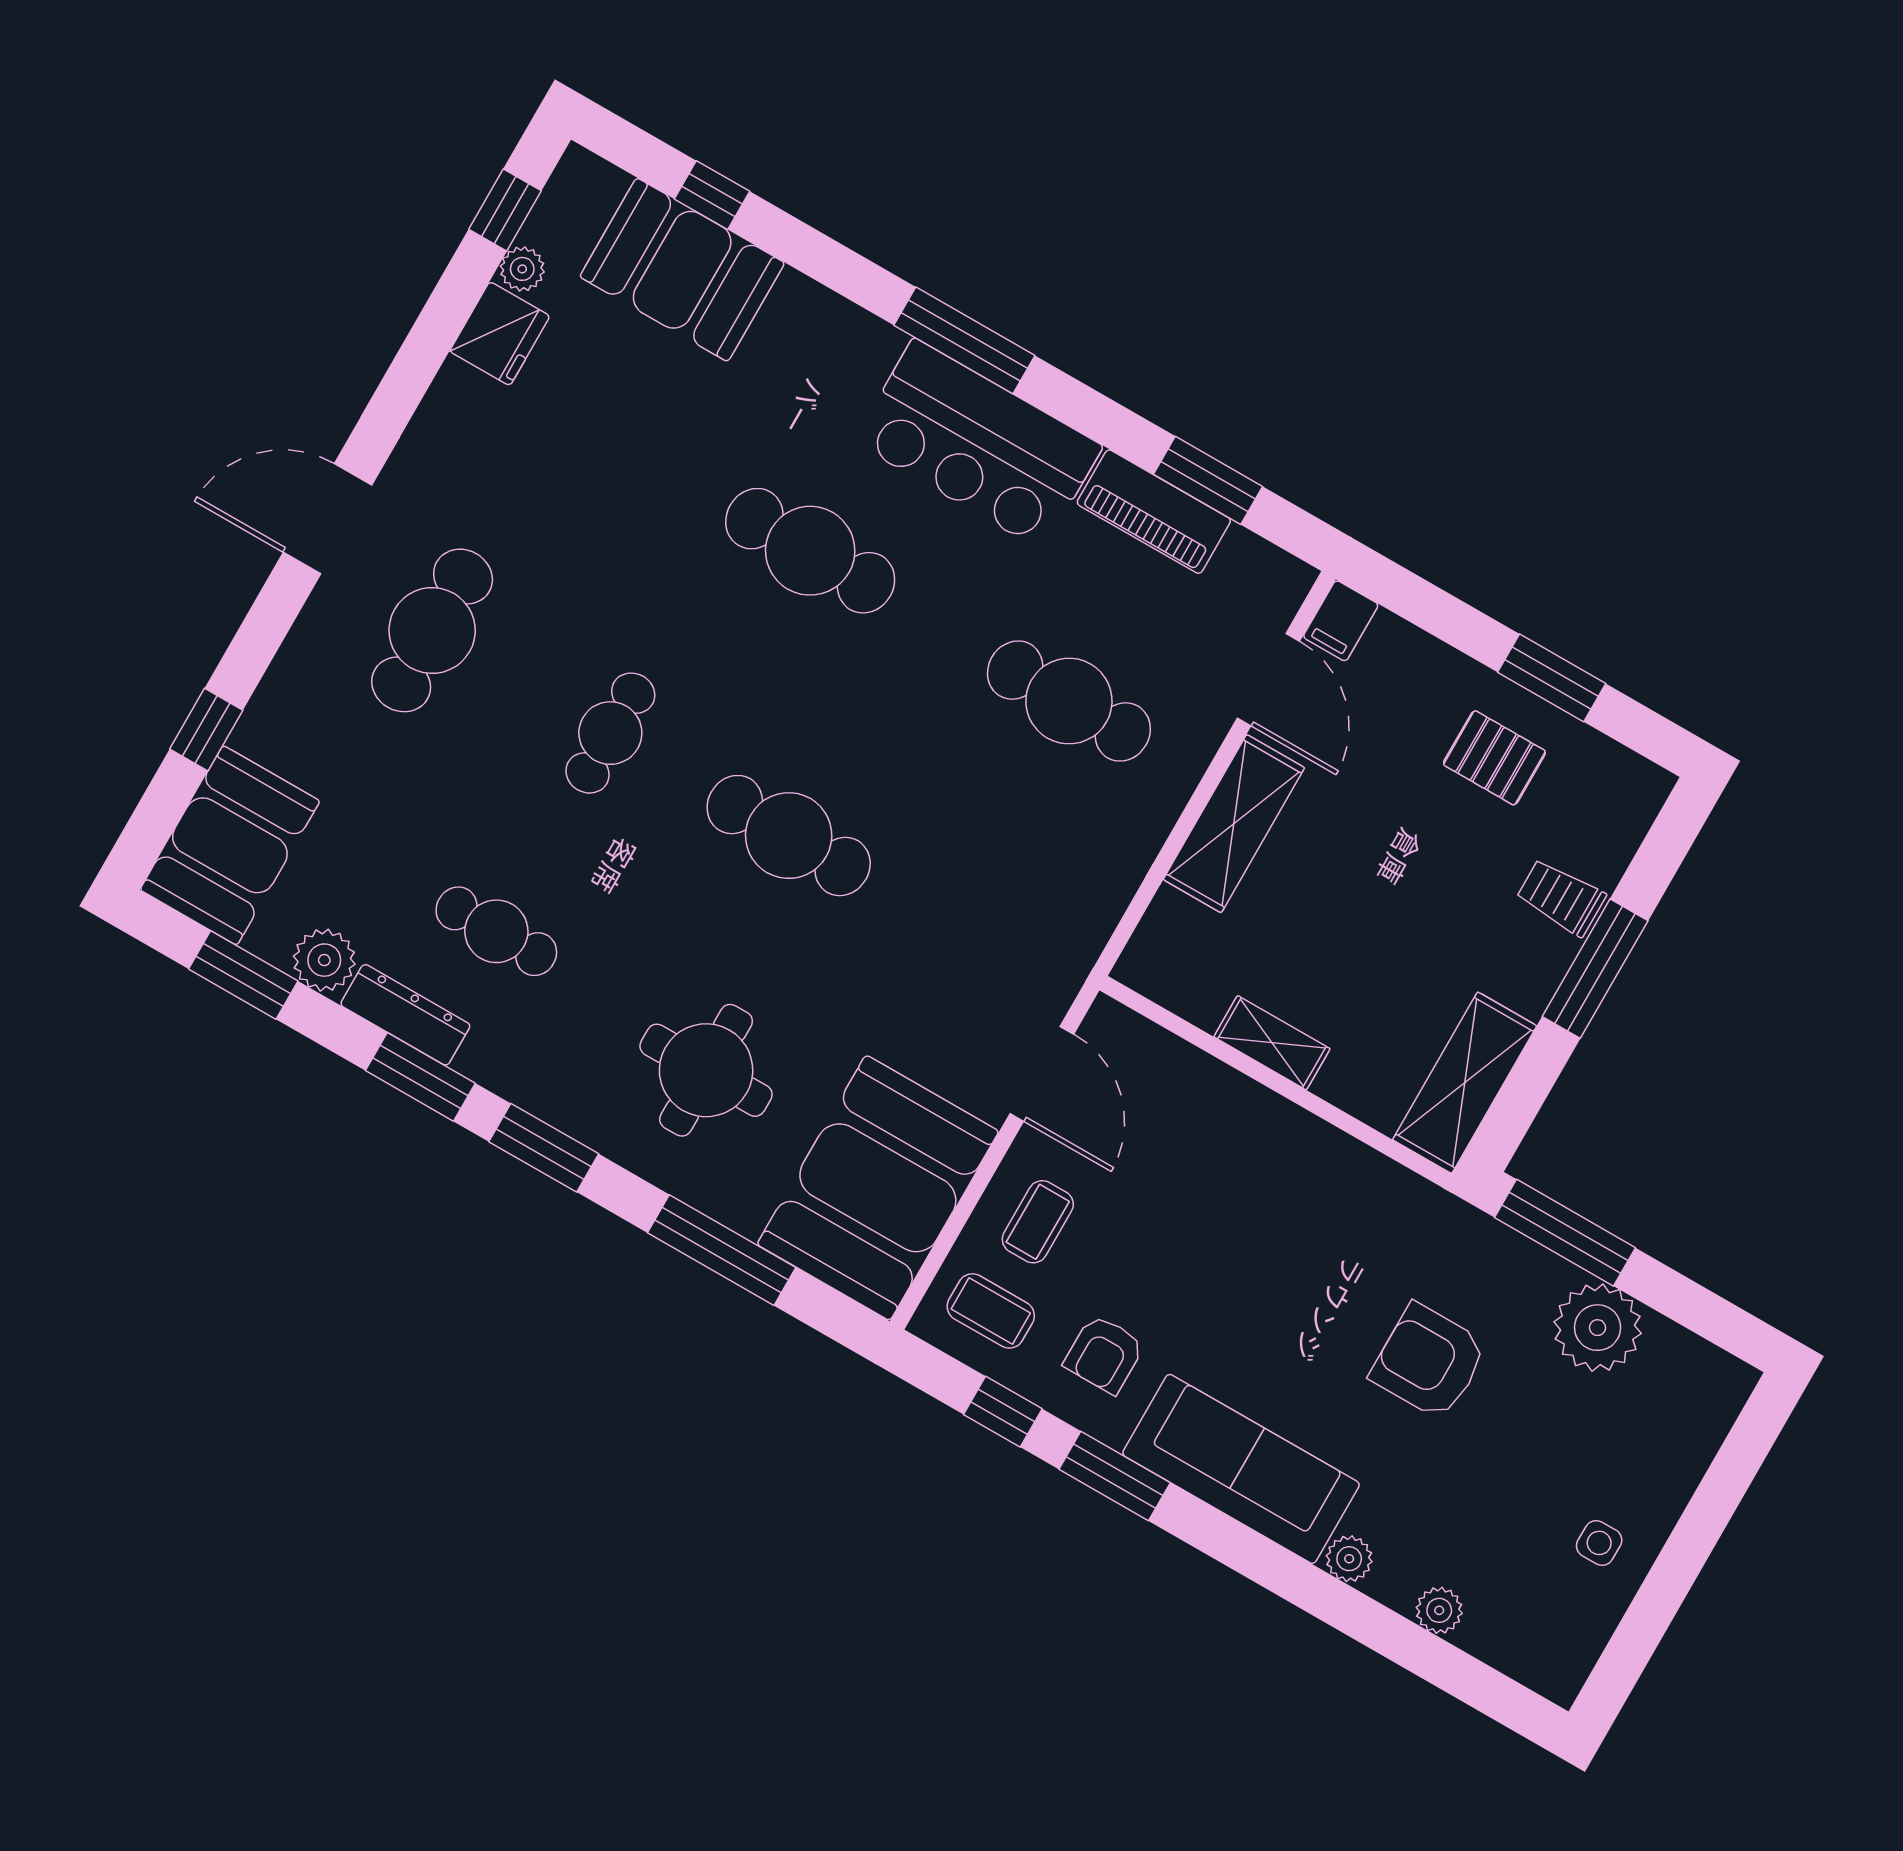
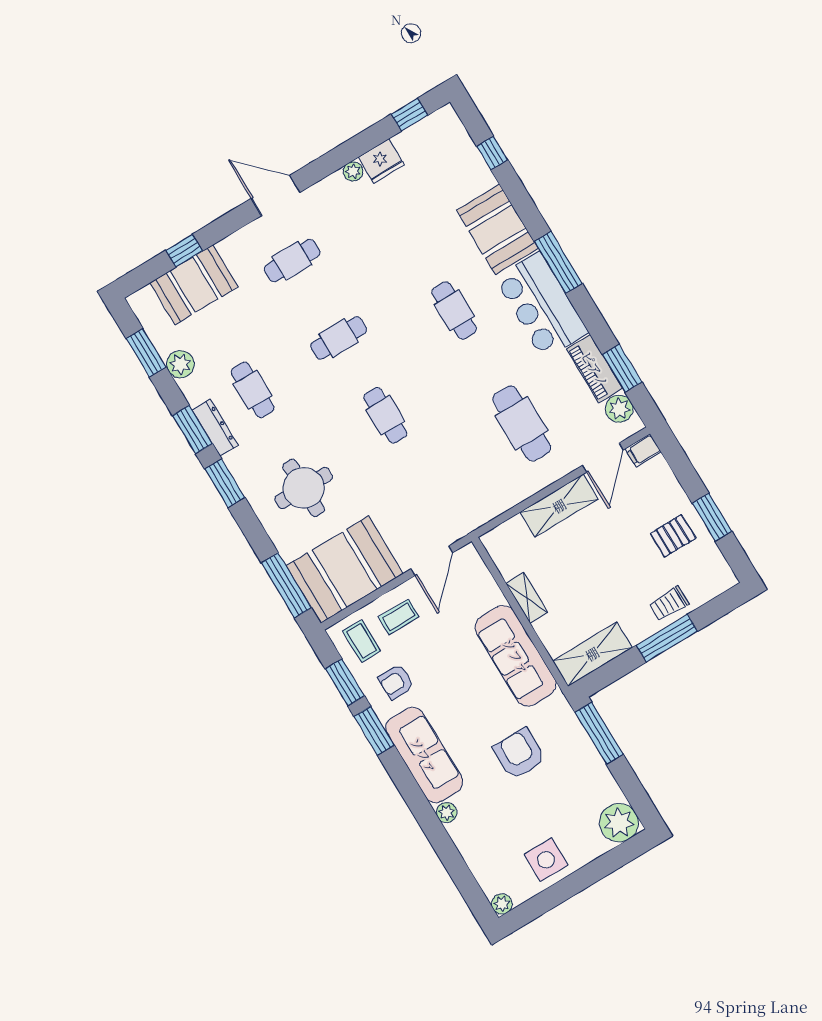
plant: (522, 269) -> (353, 171), moved
booth: (682, 270) -> (497, 229), moved
cafe table: (810, 551) -> (454, 310), width x0.73, depth x0.74
plant: (1247, 564) -> (619, 409), added
cafe table: (432, 630) -> (292, 261), width x0.73, depth x0.74
pallet: (1494, 758) -> (673, 536), turned 90
cafe table: (789, 836) -> (385, 415), width x0.73, depth x0.74
booth: (230, 845) -> (194, 285), moved
trolley: (1561, 897) -> (669, 604), turned -90
dresser: (405, 1015) -> (215, 428), moved
sofa: (1313, 1171) -> (516, 656), added
window: (722, 1250) -> (286, 585), moved
plant: (1598, 1328) -> (619, 823), moved
window: (1003, 1412) -> (345, 682), width x1.50
side table: (1599, 1543) -> (546, 860), width x1.87, depth x1.87
plant: (1439, 1610) -> (502, 904), moved

